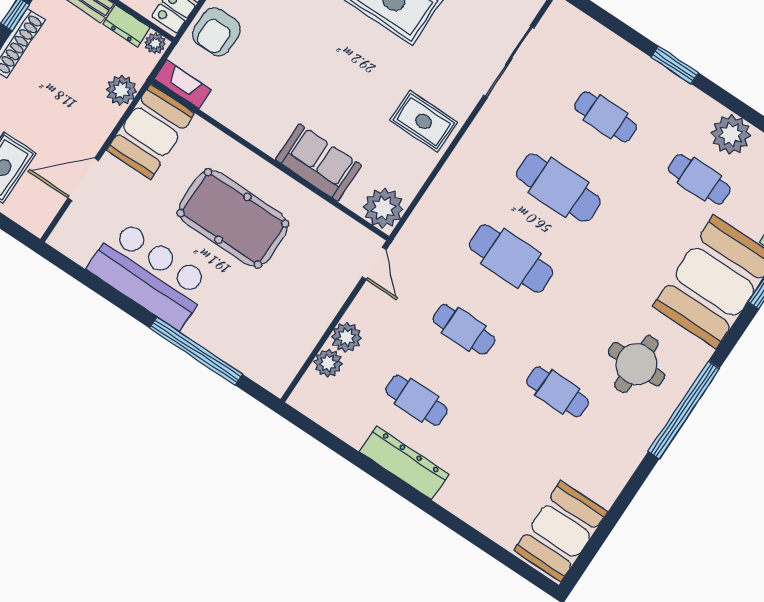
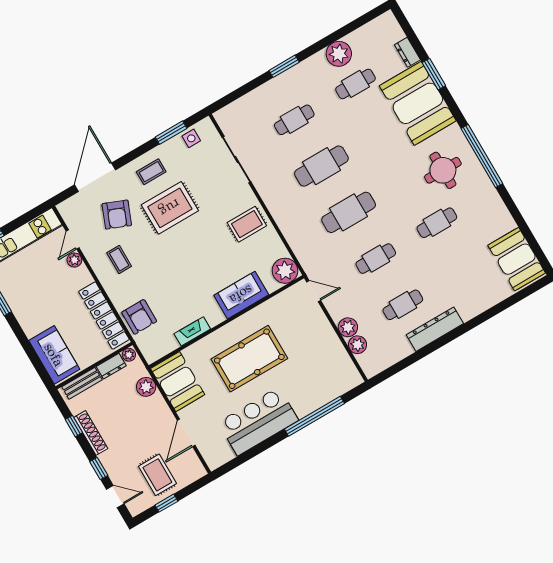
fireplace: (182, 84) -> (192, 331), moved

